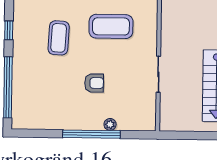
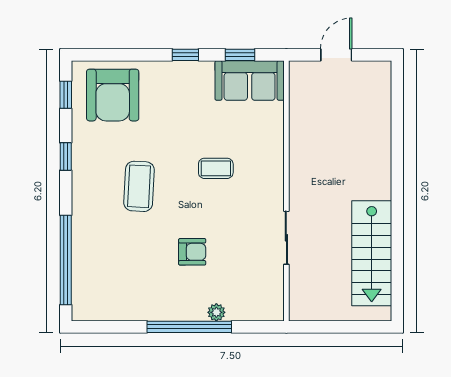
coffee table: (111, 26) -> (216, 168), width x0.54, depth x0.58
window: (9, 30) -> (66, 157), moved

